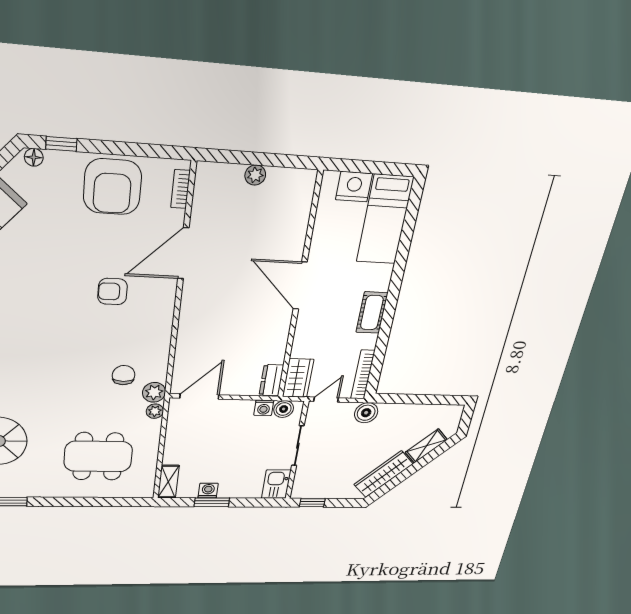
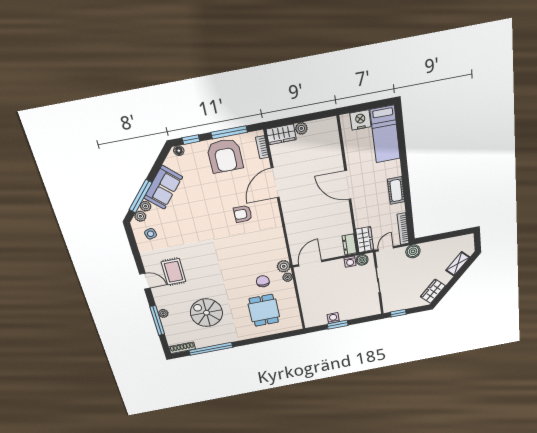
window: (132, 149) -> (229, 132), added
wardrobe: (219, 176) -> (281, 134), added
chair: (124, 375) -> (263, 281), moved
dining table: (98, 456) -> (264, 310), width x0.73
wardrobe: (383, 474) -> (433, 291), width x0.67
shelving: (168, 482) -> (308, 317), removed
kitchen sink: (276, 484) -> (373, 306), removed

